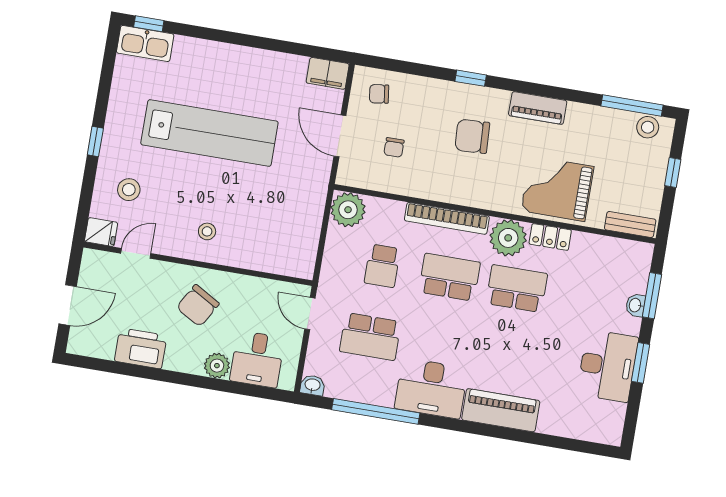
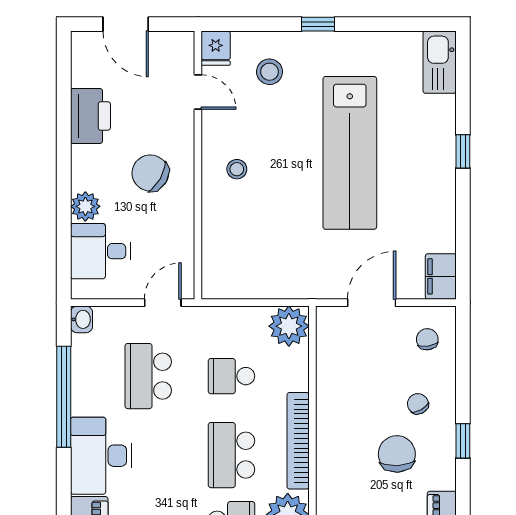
window: (149, 24) -> (463, 151), moved
chair: (394, 147) -> (418, 404), moved, turned 61
school desk: (449, 277) -> (231, 455), turned 180

